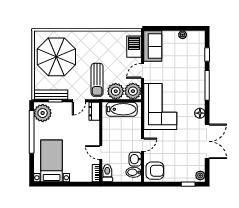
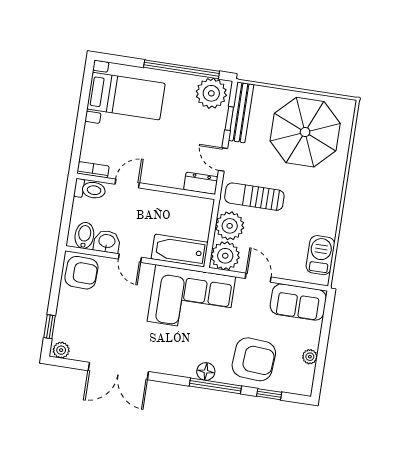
barbecue: (134, 47) -> (320, 255), moved, turned -90
armchair: (189, 66) -> (254, 359), added
bathtub: (122, 109) -> (180, 251), moved, turned 90
floor lamp: (200, 113) -> (206, 371), moved
armchair: (155, 171) -> (81, 273), turned -88

